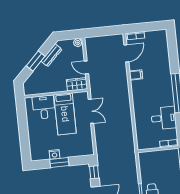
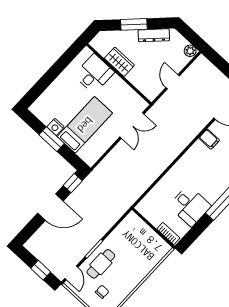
wardrobe: (77, 84) -> (119, 62), moved
bed: (65, 114) -> (85, 125), moved, turned 180

